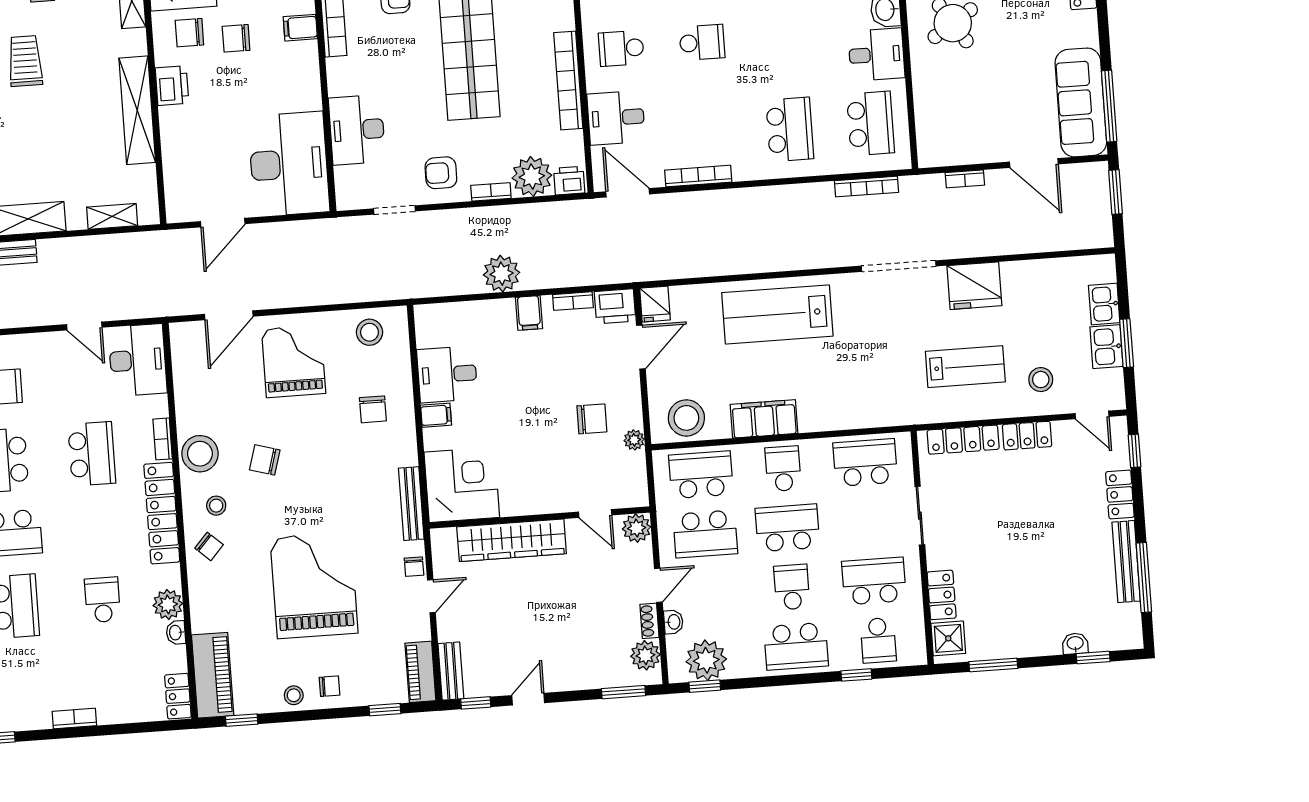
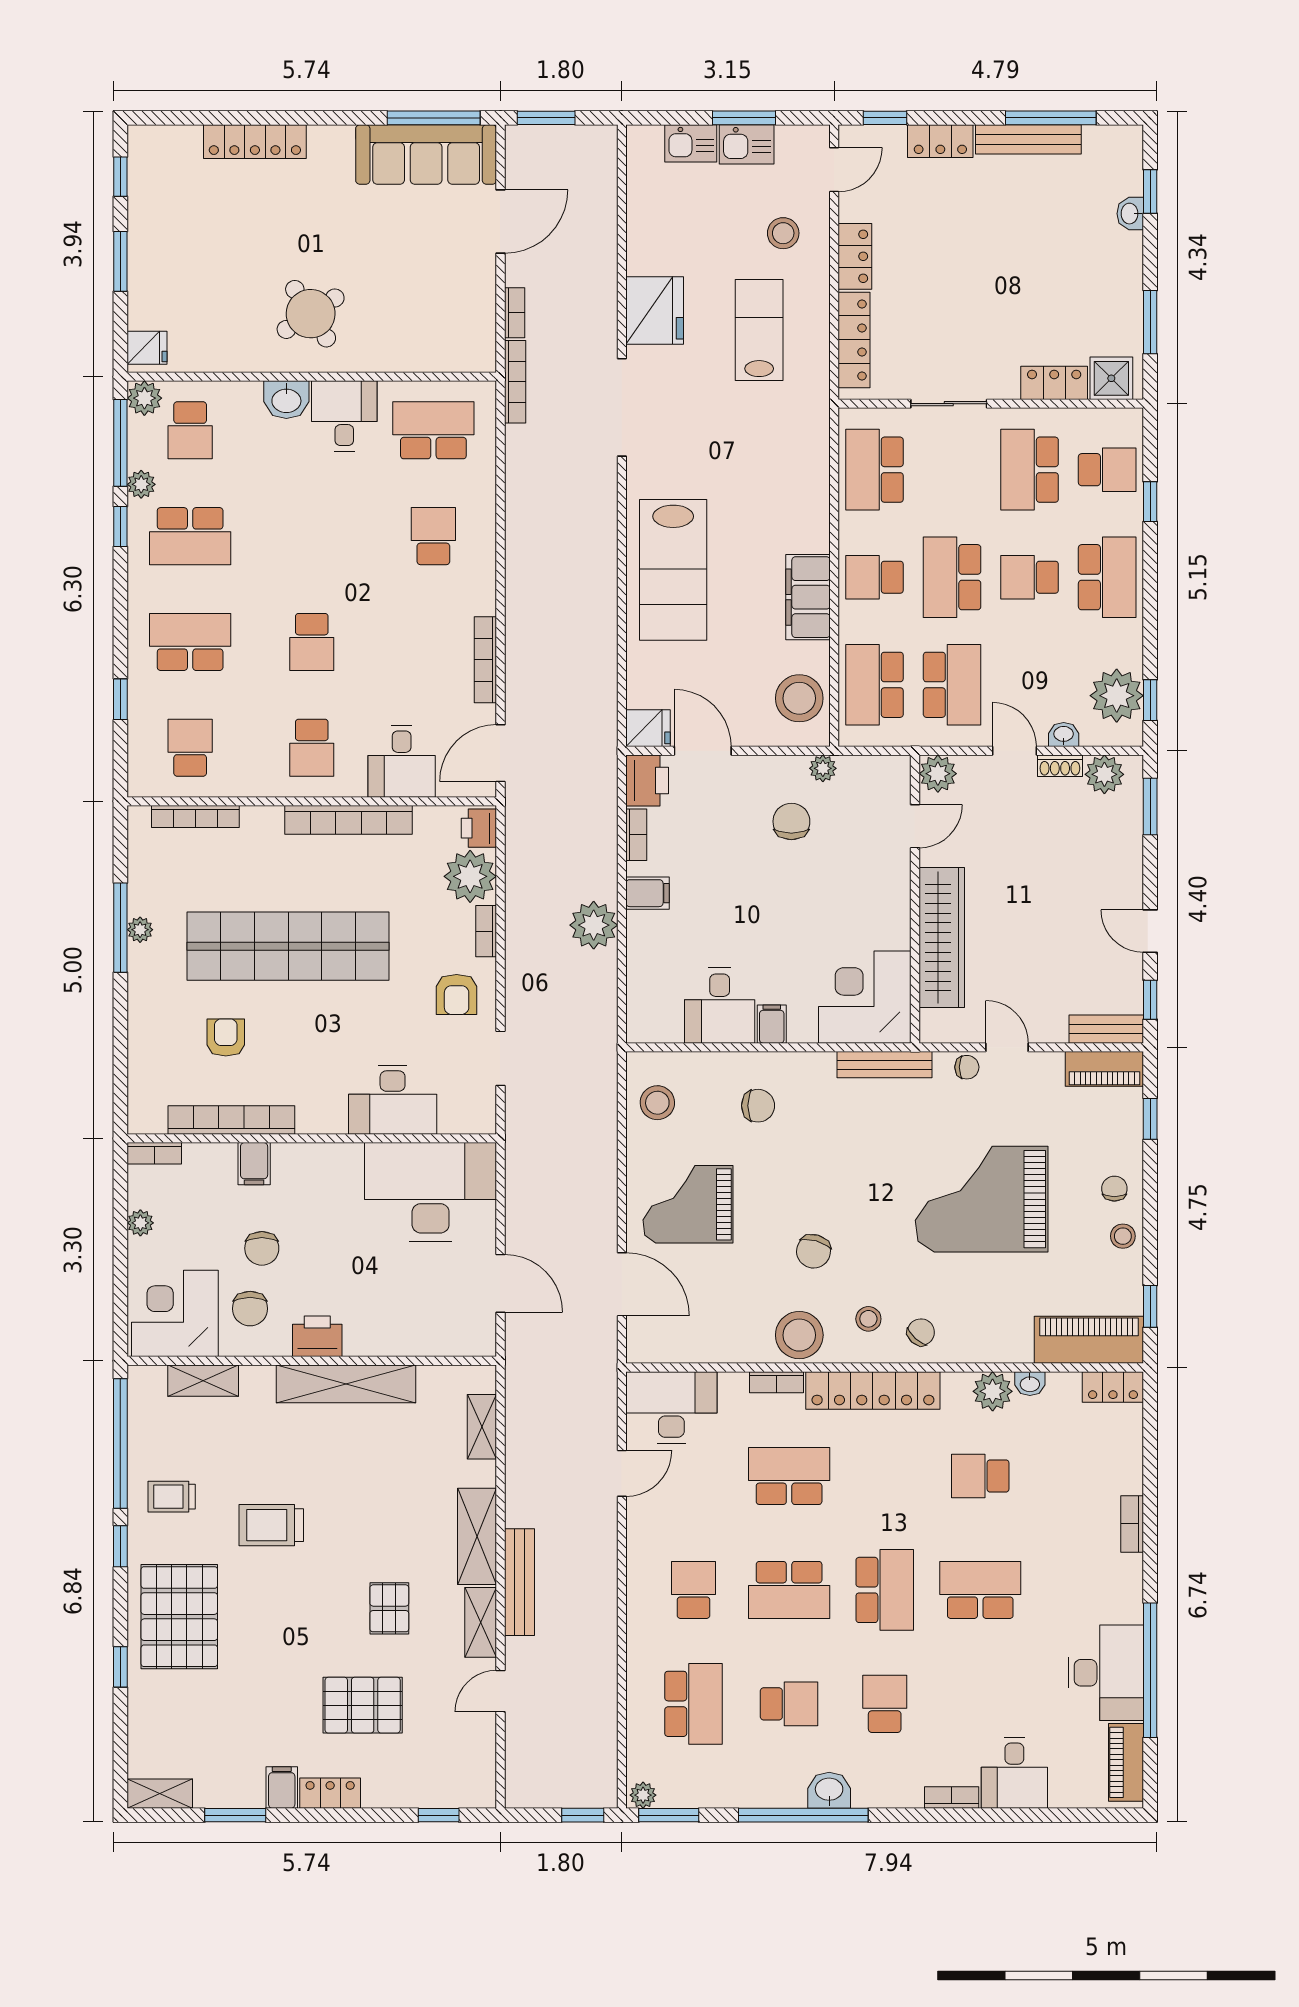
school desk: (702, 42) -> (312, 642), turned 180
school desk: (790, 129) -> (433, 536), width x0.54
bookcase: (866, 186) -> (515, 382), moved

